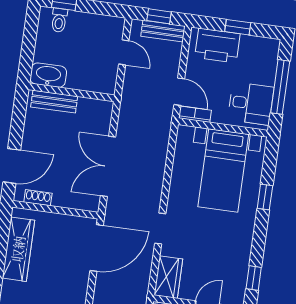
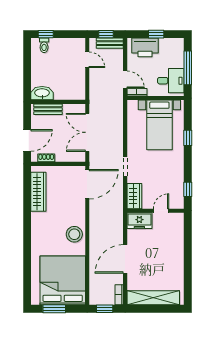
washbasin: (48, 75) -> (42, 93), moved
wall: (72, 92) -> (58, 102), moved
bench: (54, 102) -> (48, 109), moved

